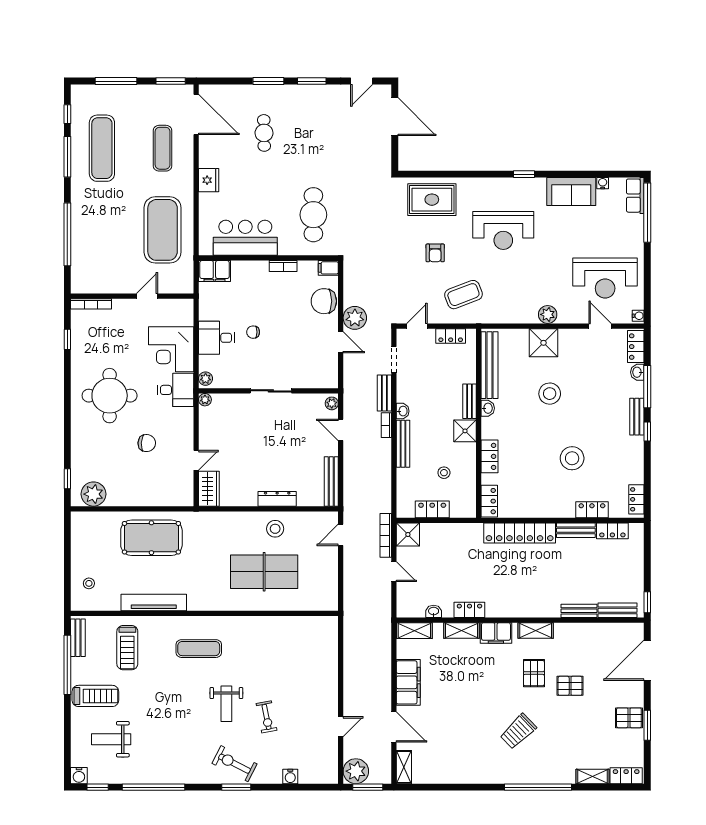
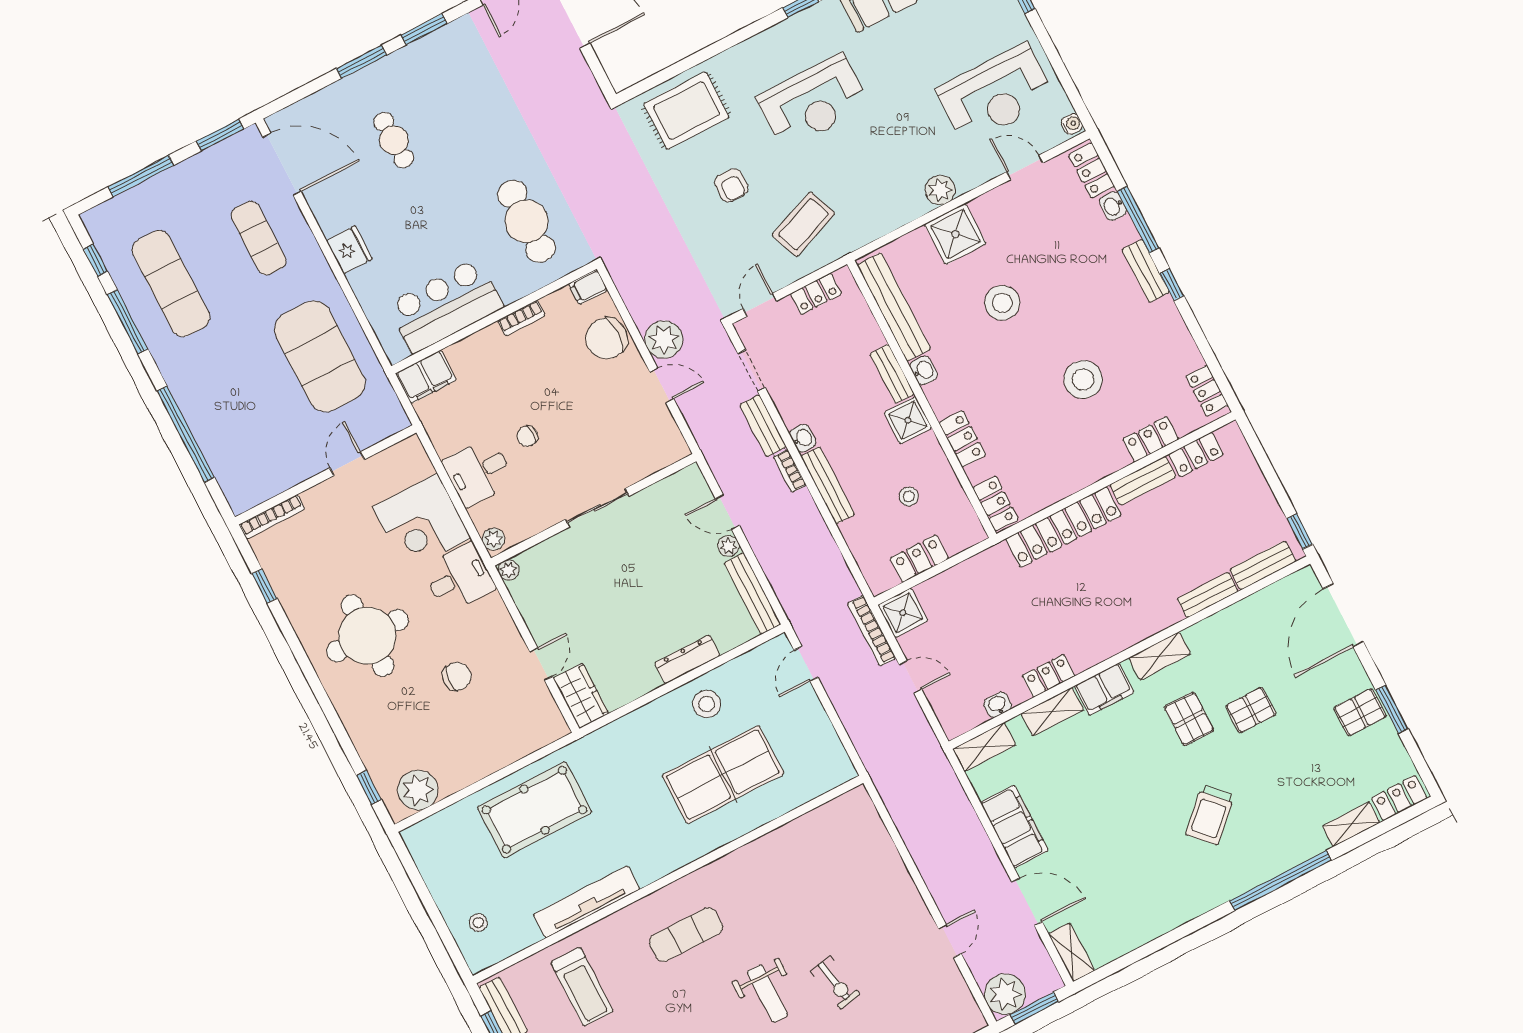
plant: (332, 403) -> (729, 546), moved

